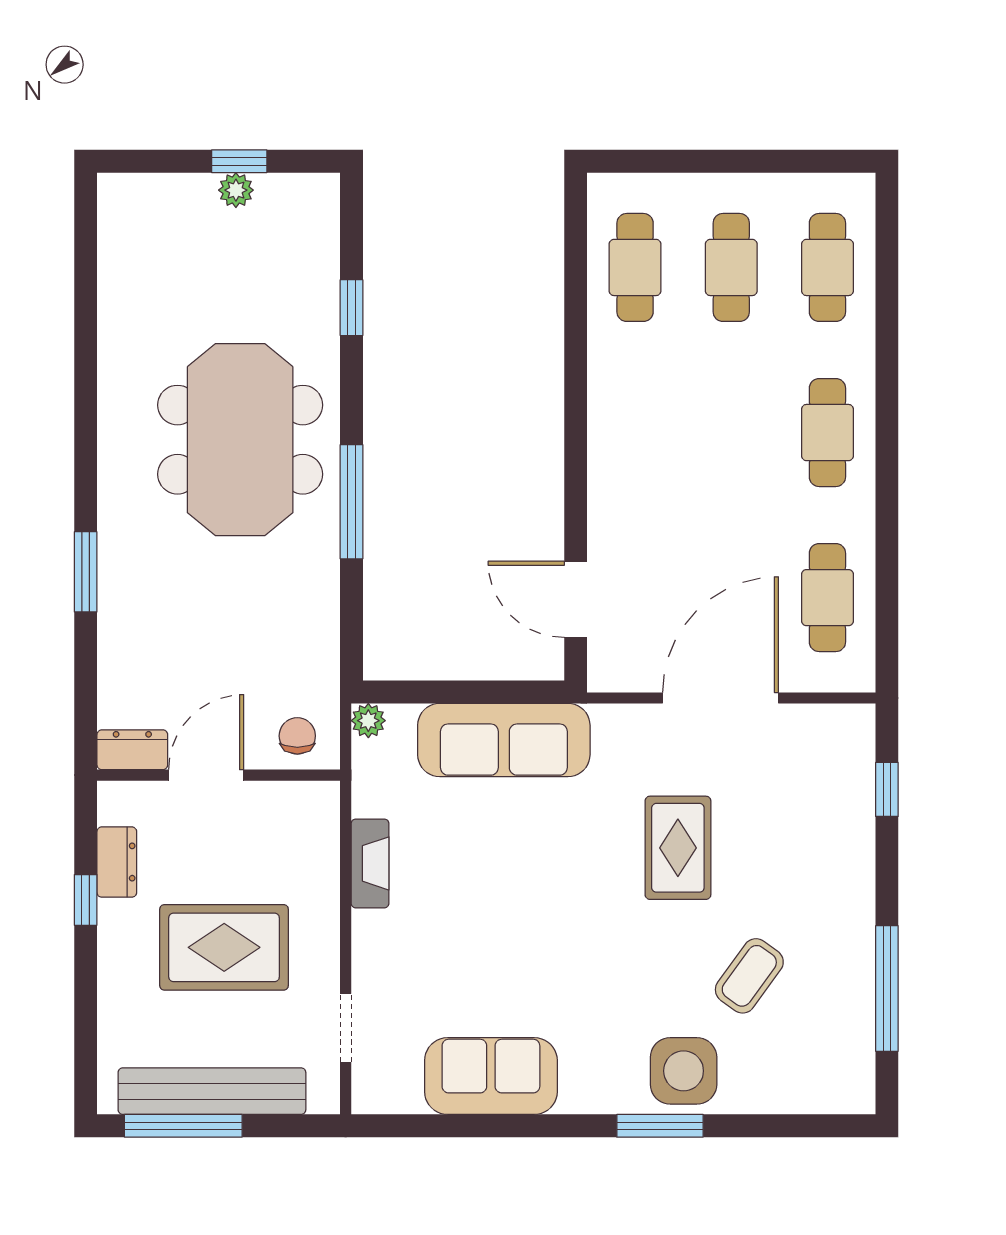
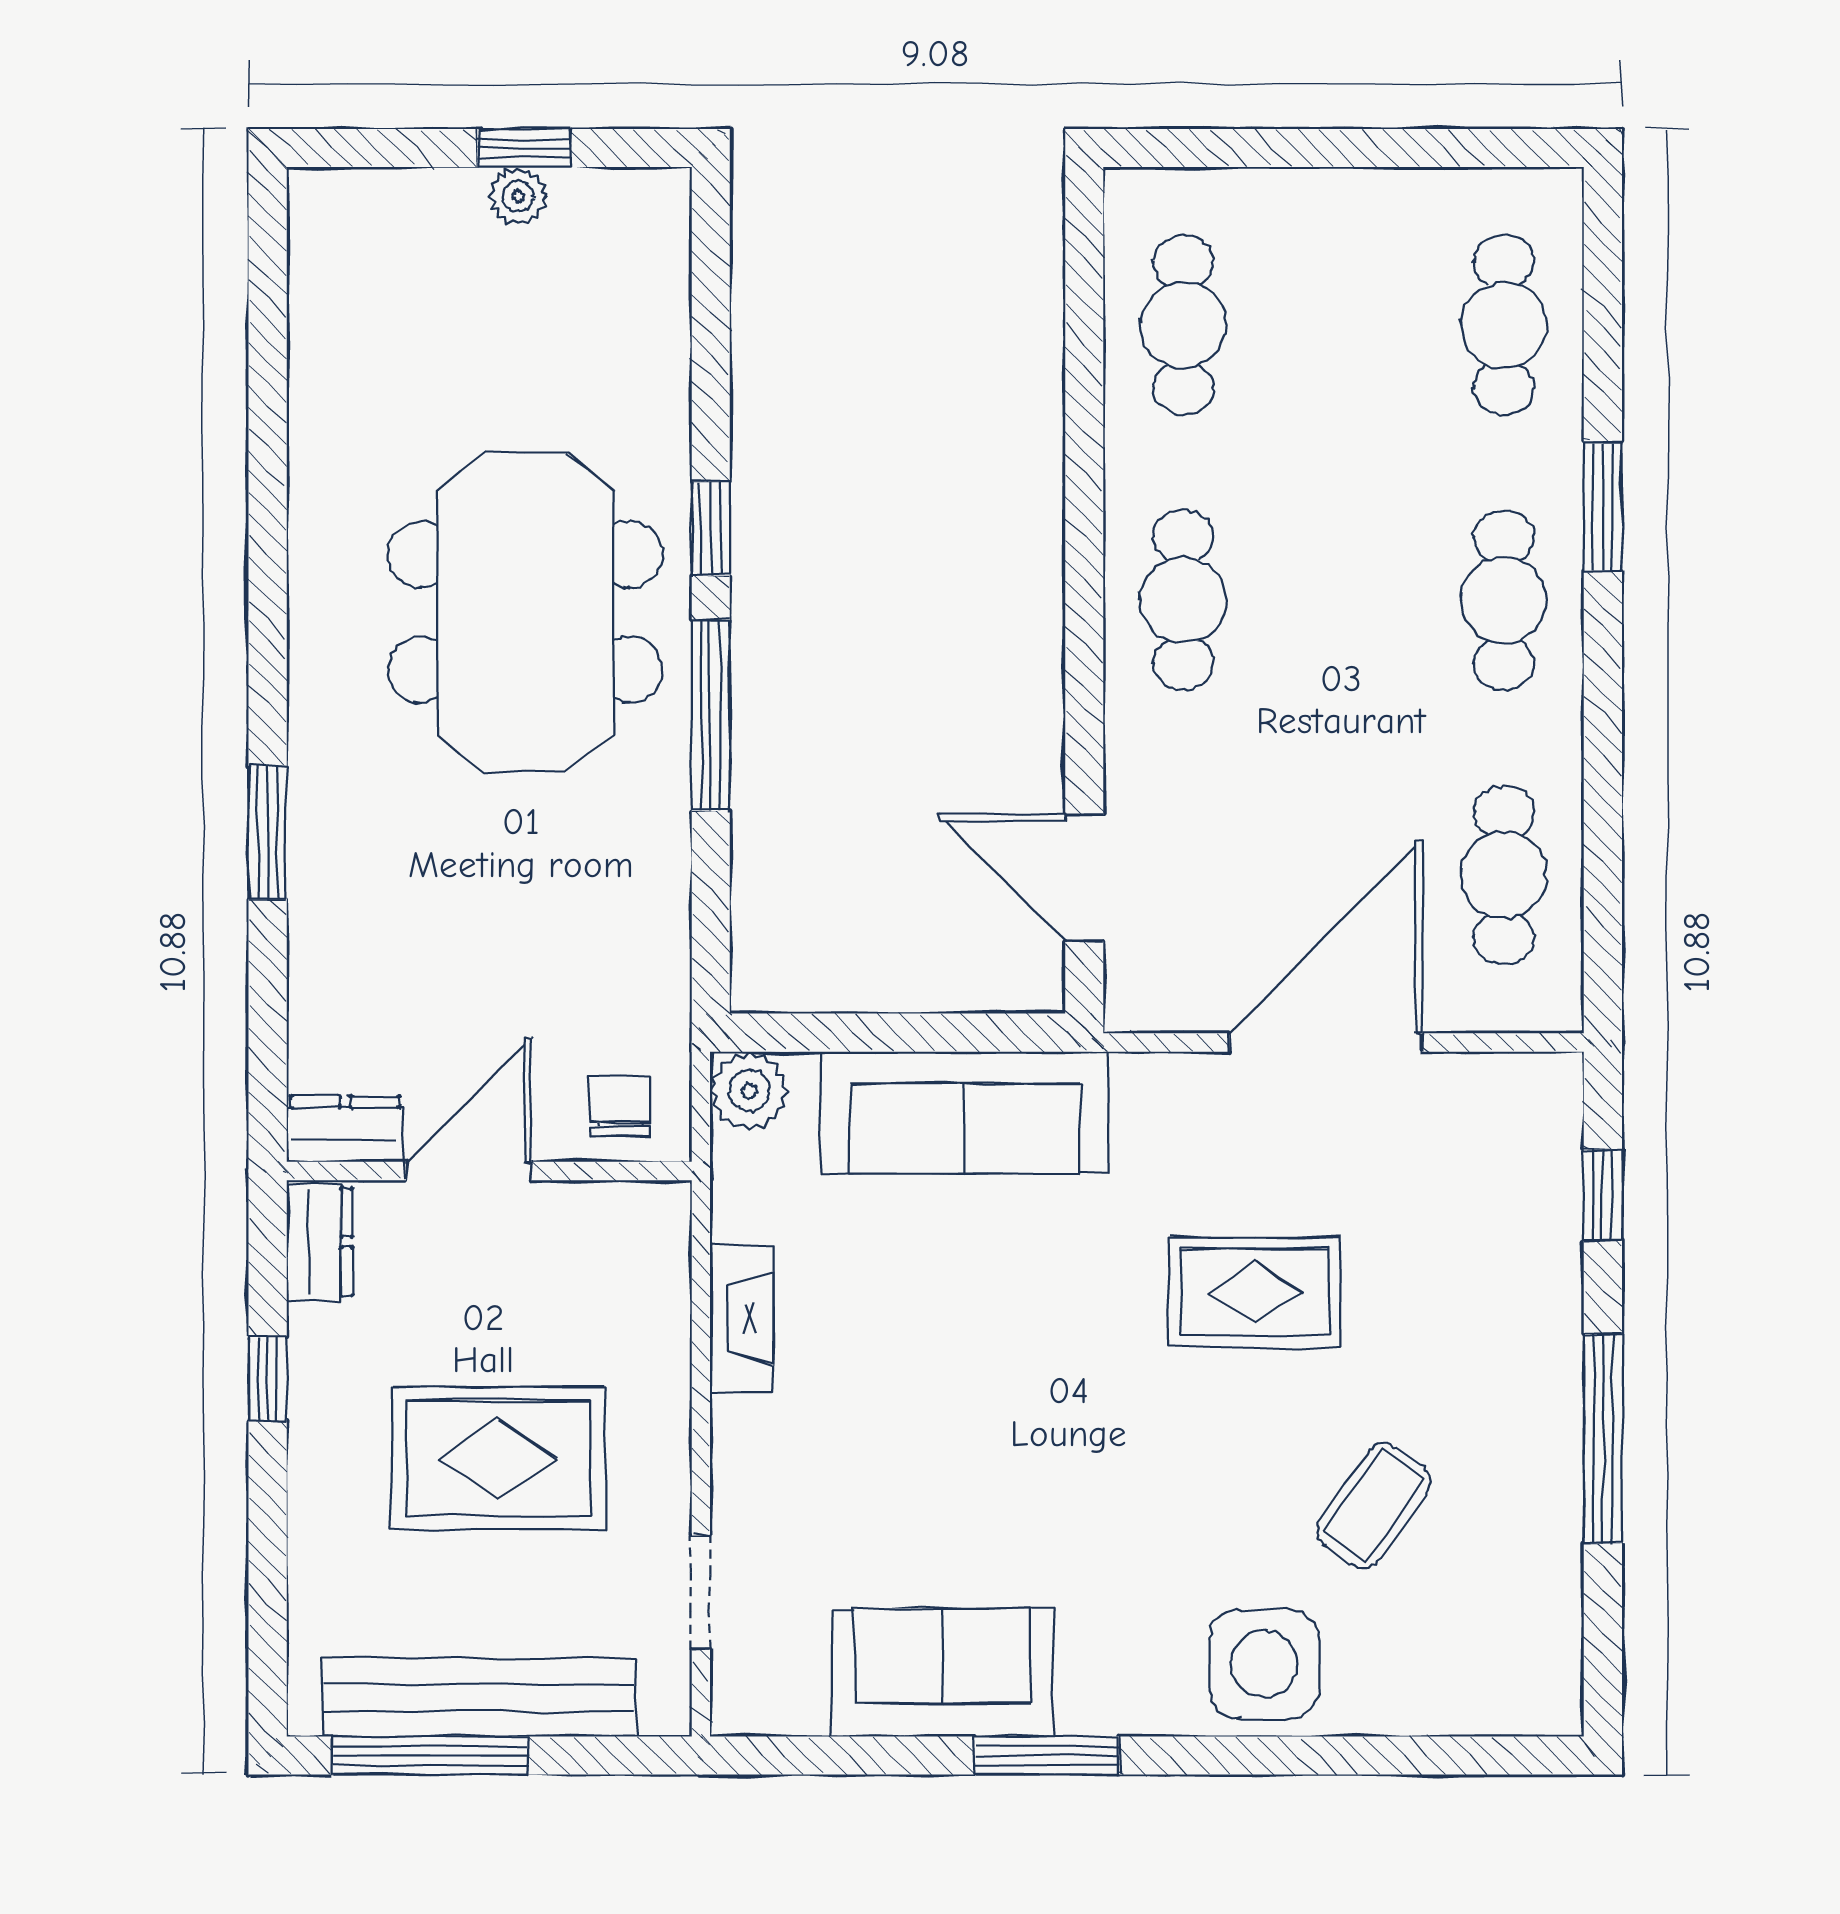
cafe table: (731, 267) -> (1183, 600), moved
window: (352, 308) -> (711, 529), moved
window: (887, 376) -> (1603, 506), added
plant: (368, 721) -> (749, 1091), width x1.38, depth x1.38
rug: (678, 848) -> (1255, 1292), turned 90
dresser: (117, 862) -> (319, 1242), moved
window: (887, 988) -> (1603, 1439), moved
window: (660, 1126) -> (1047, 1755), moved

